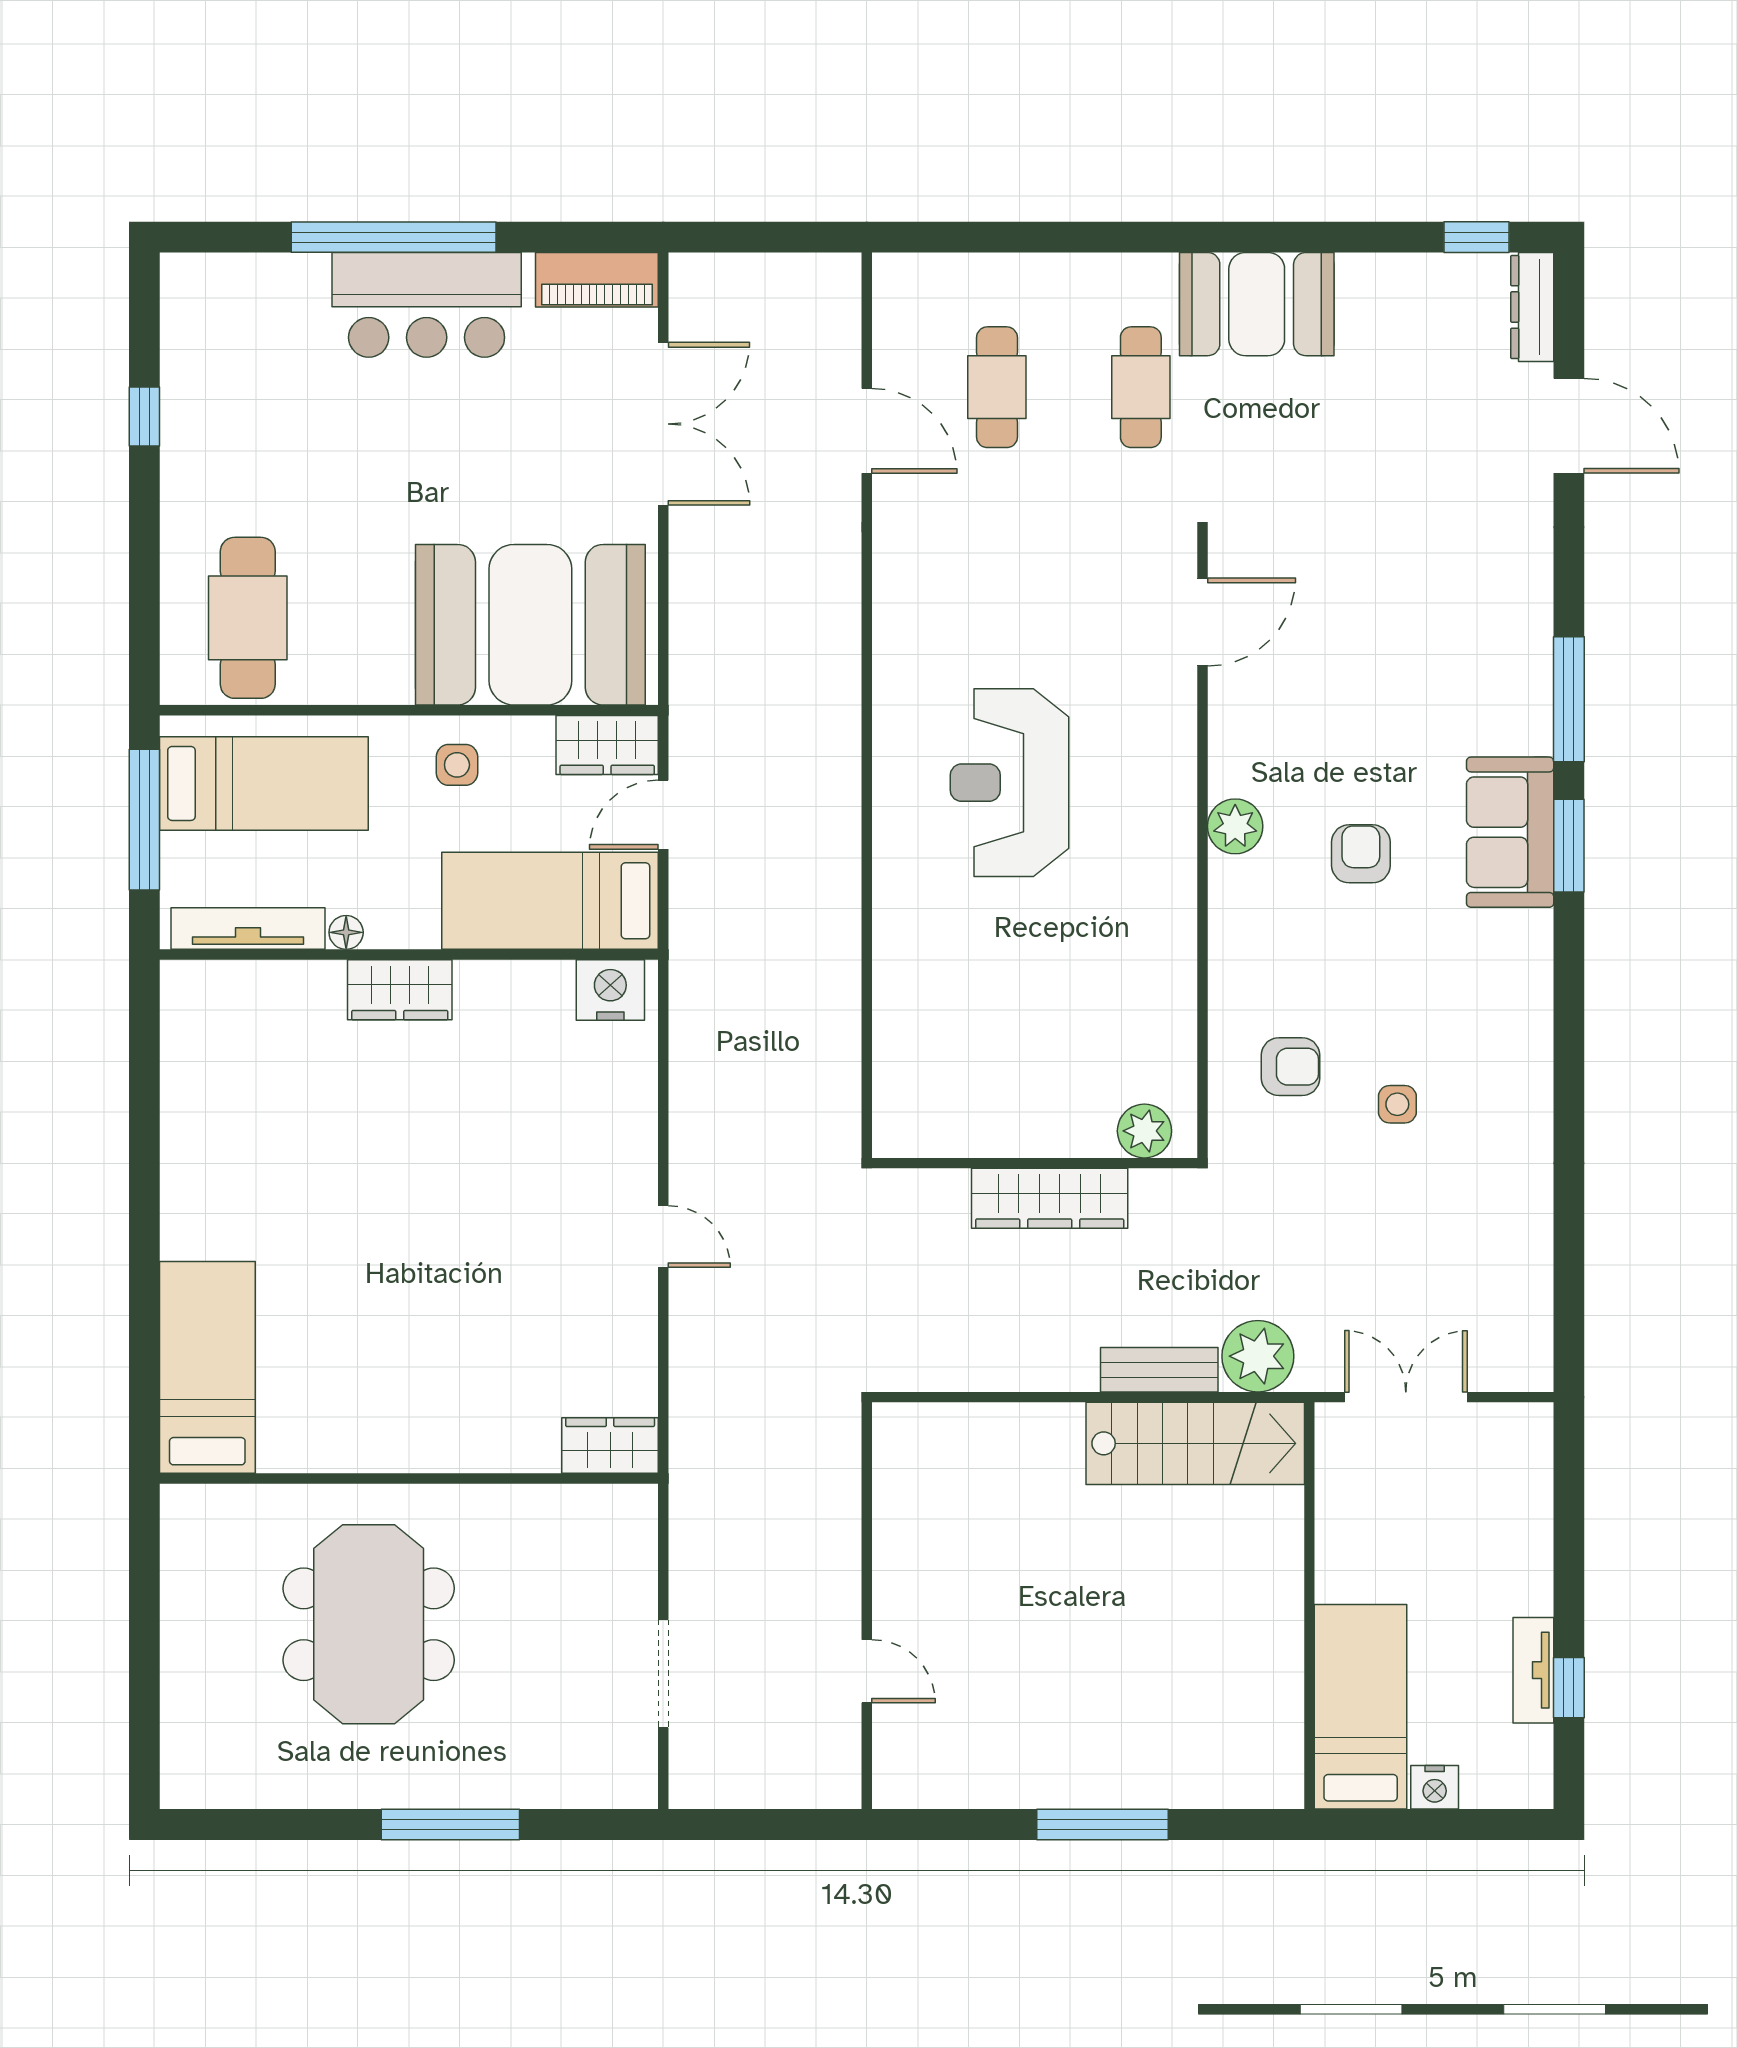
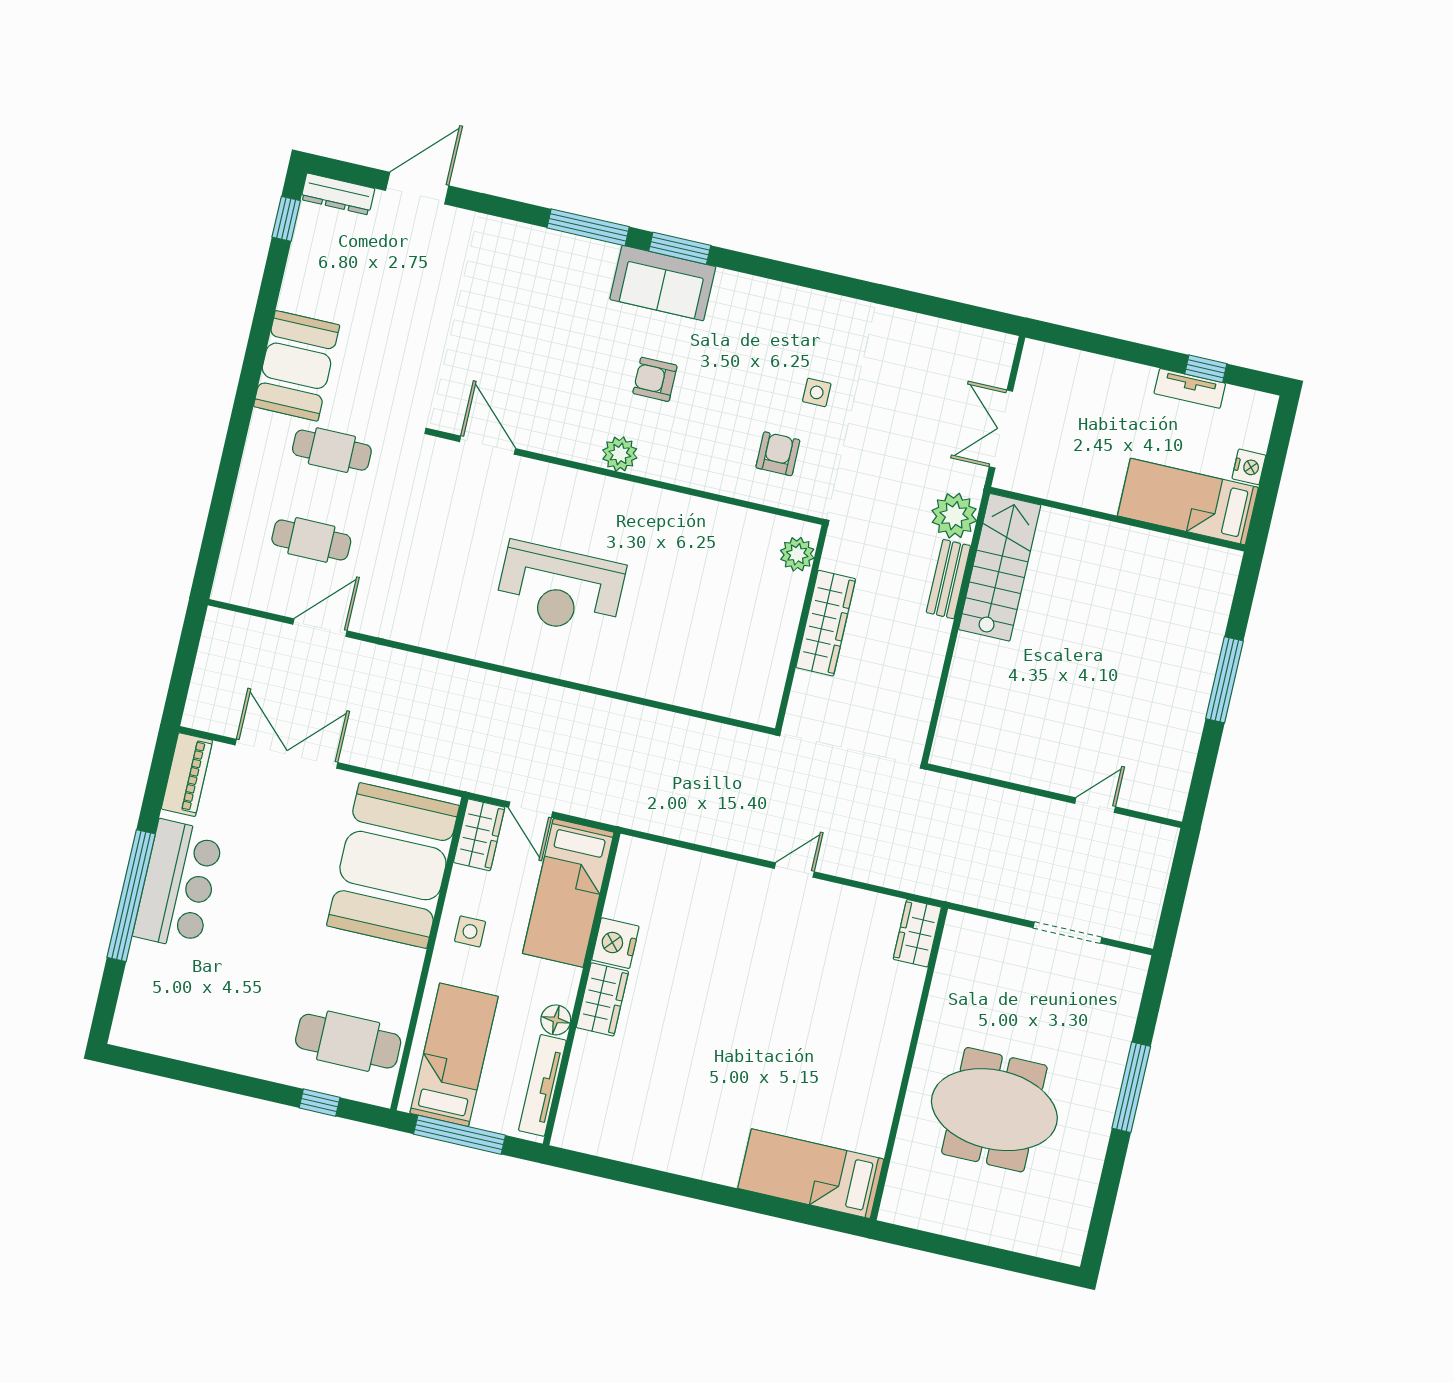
window: (144, 417) -> (320, 1103), moved
floor lamp: (346, 932) -> (556, 1020), width x1.37, depth x1.37
nightstand: (610, 990) -> (615, 943), moved

